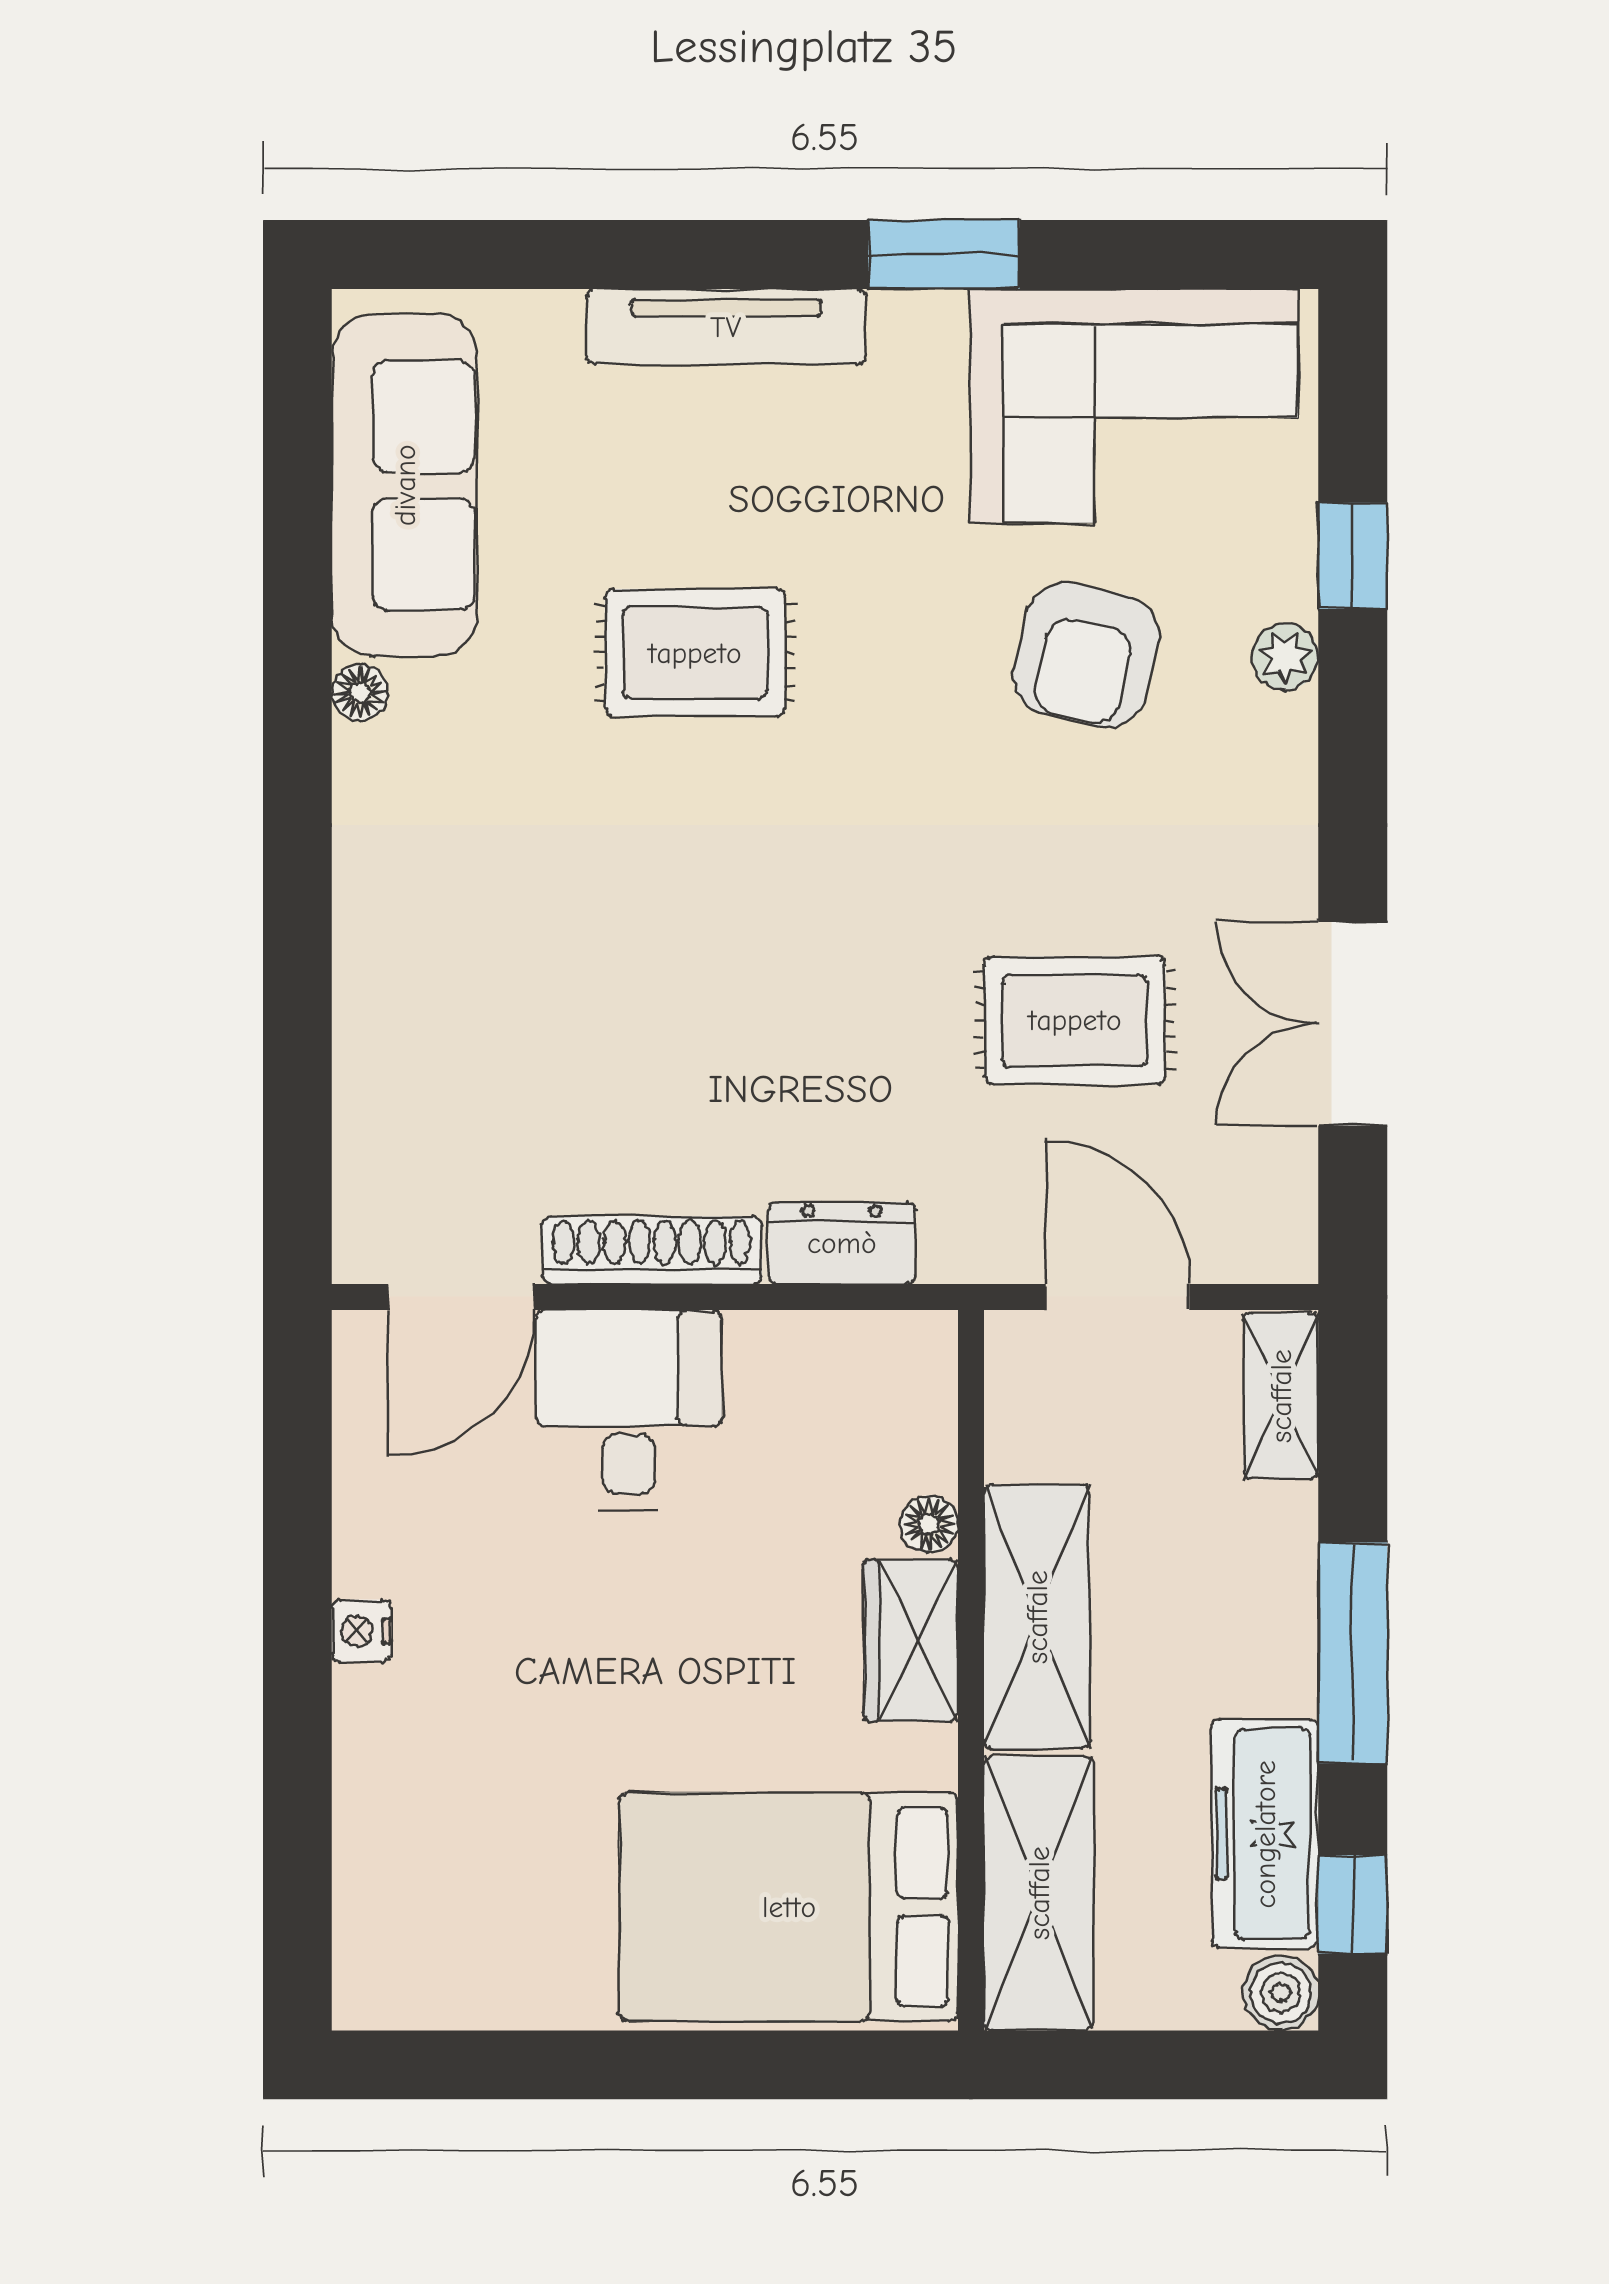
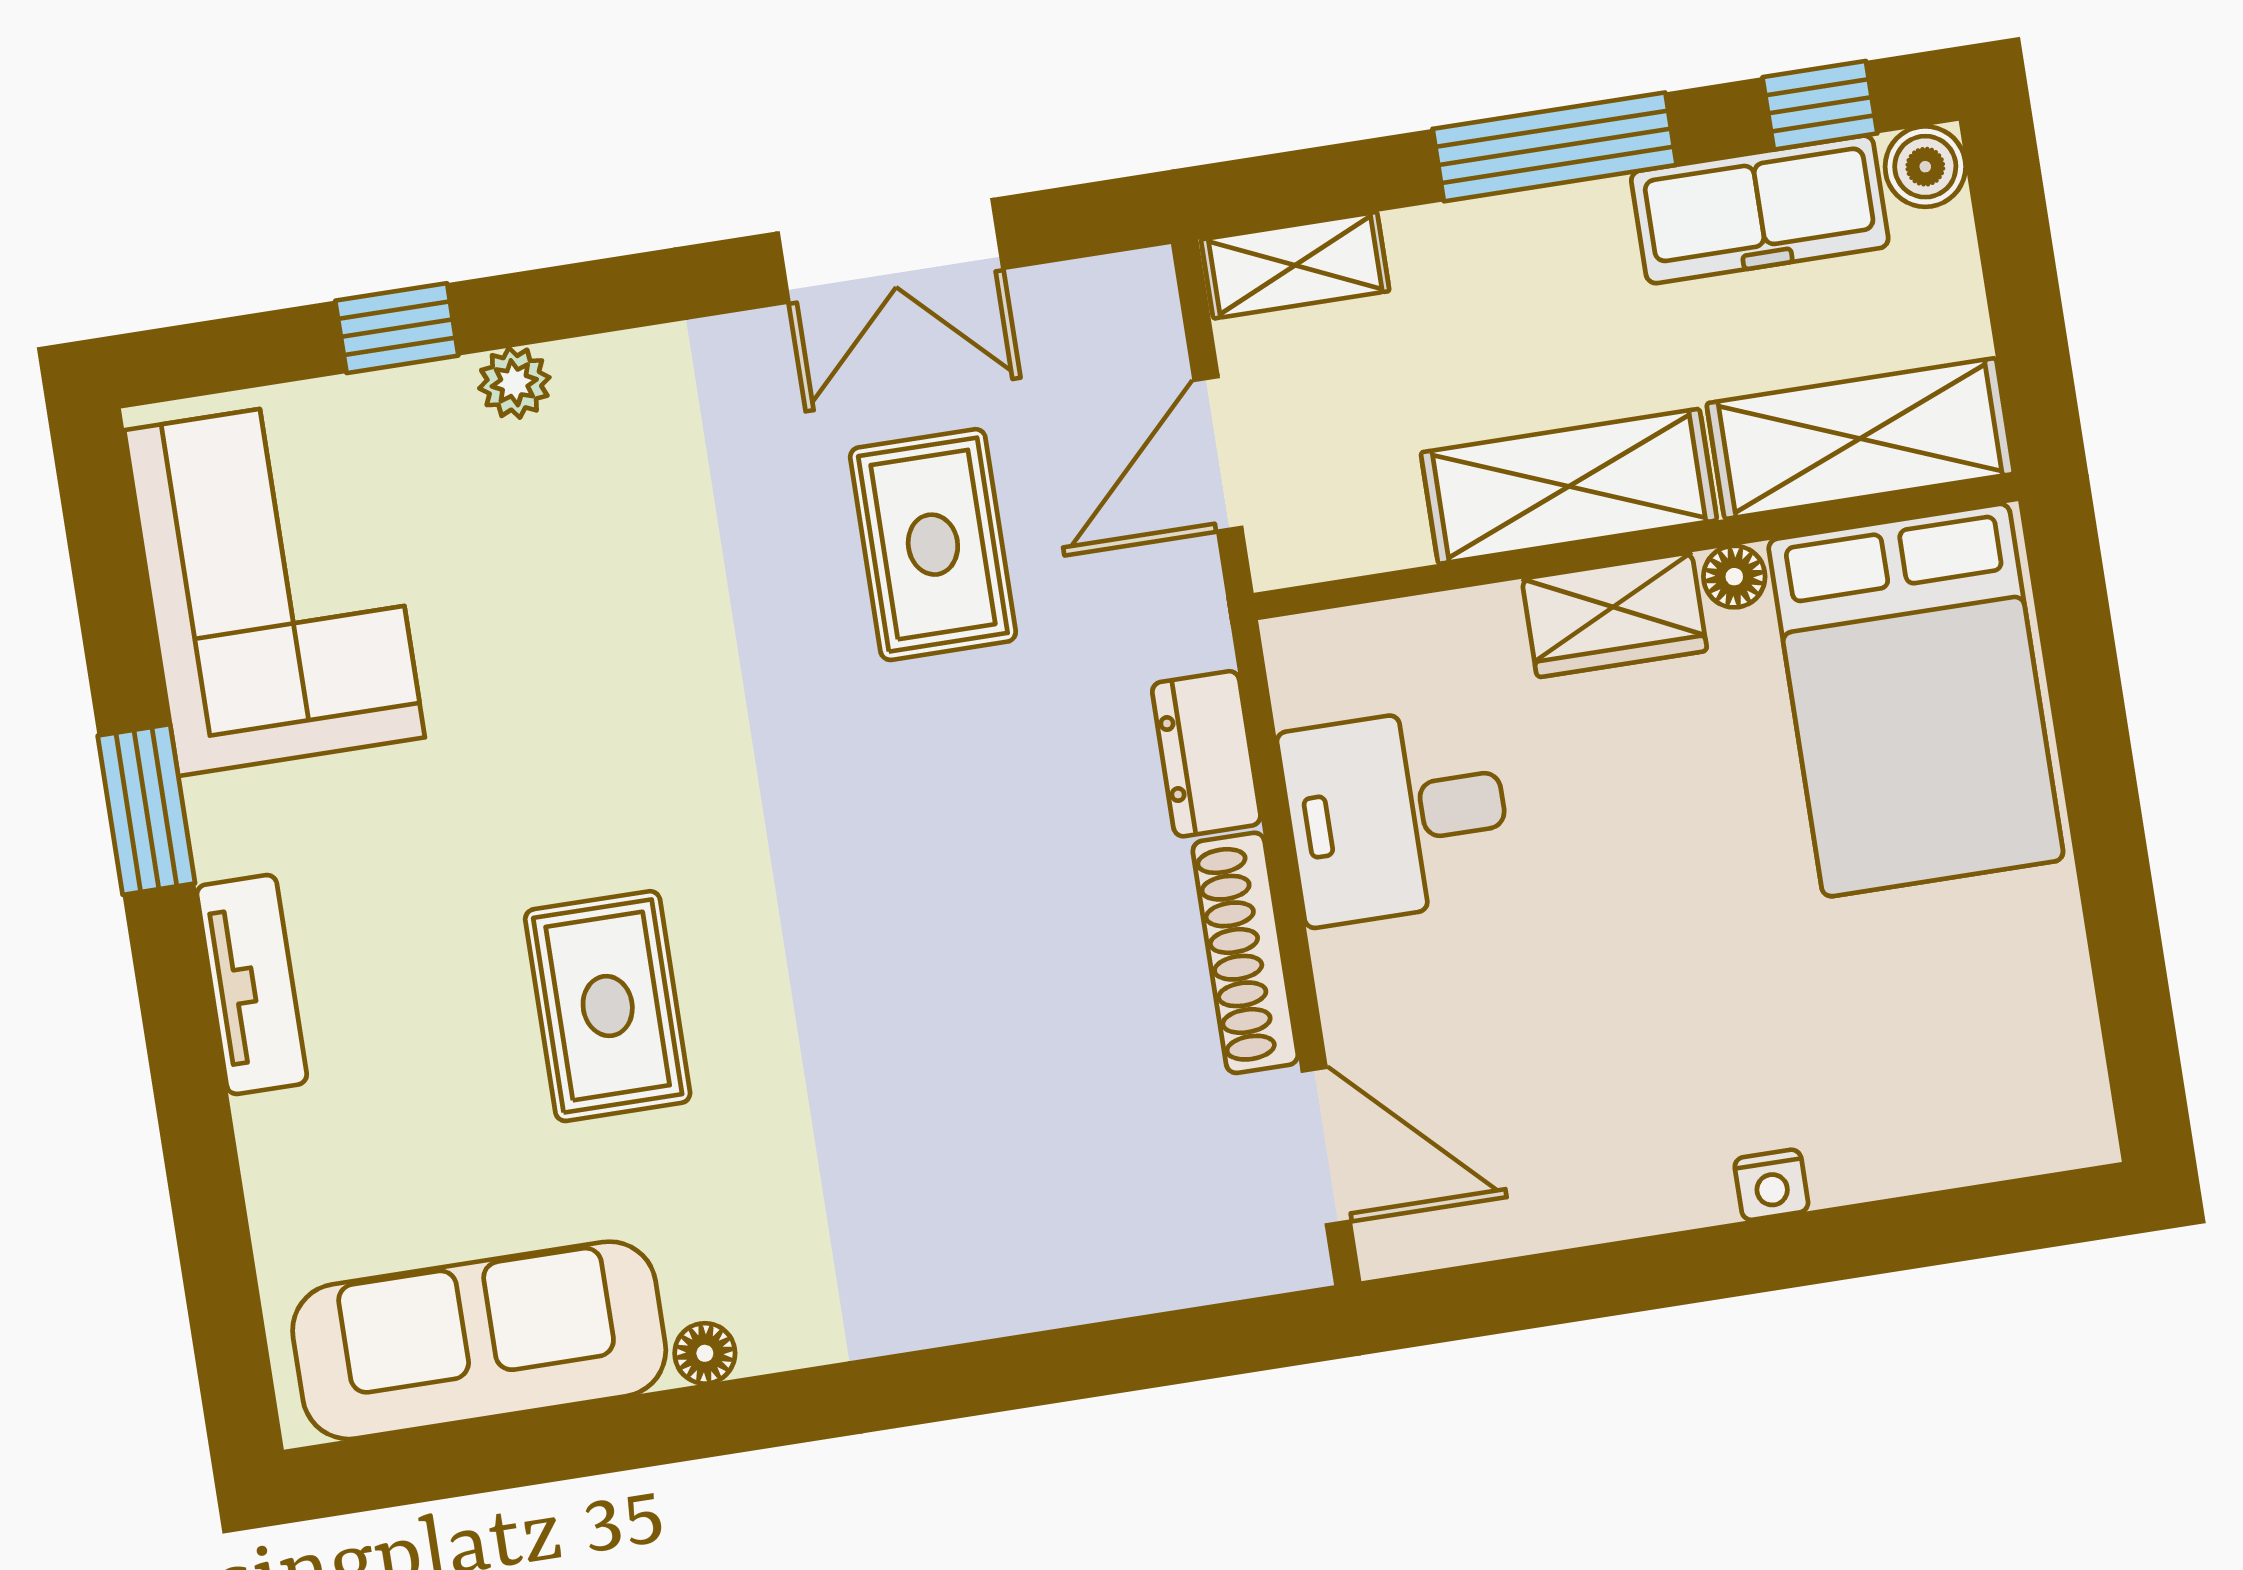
tv unit: (726, 327) -> (252, 985), width x0.71
armchair: (1086, 655) -> (546, 593), removed
desk: (629, 1410) -> (1397, 815), moved
floor lamp: (929, 1524) -> (1734, 577), moved
nightstand: (361, 1631) -> (1771, 1185), moved

